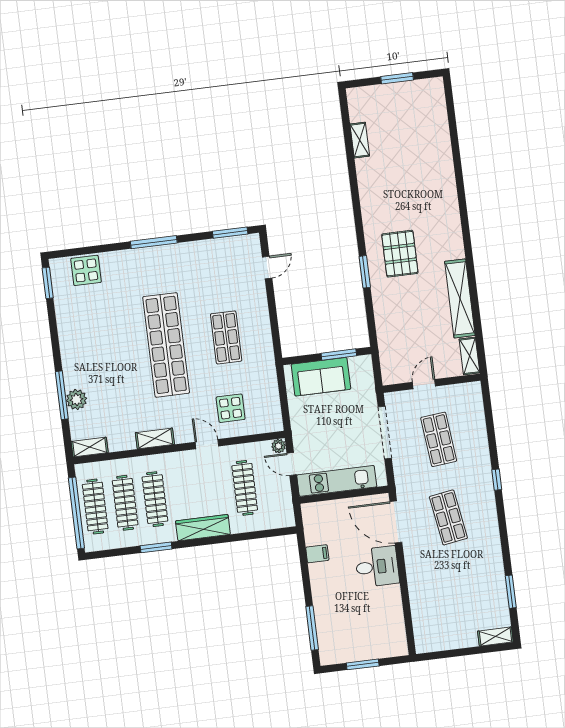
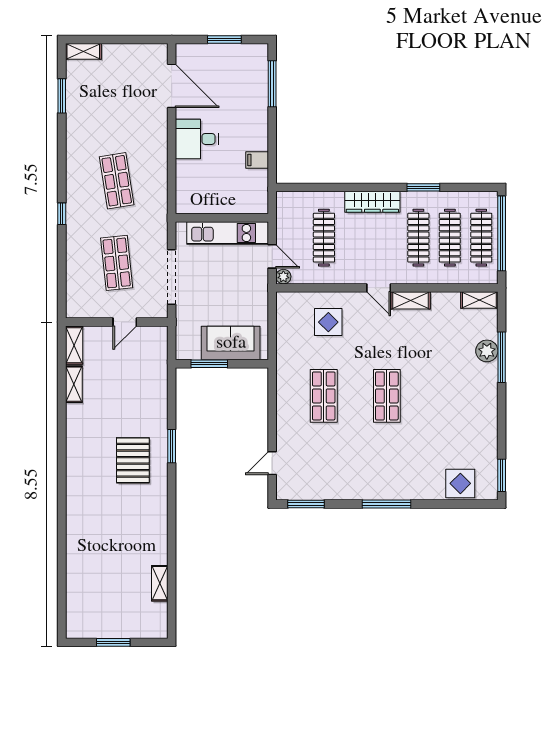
shelving: (460, 298) -> (74, 384), width x0.45, depth x0.75
shop shelf: (166, 345) -> (387, 396), width x0.50, depth x0.74
door: (207, 444) -> (379, 288), moved
door: (396, 522) -> (172, 86), moved

